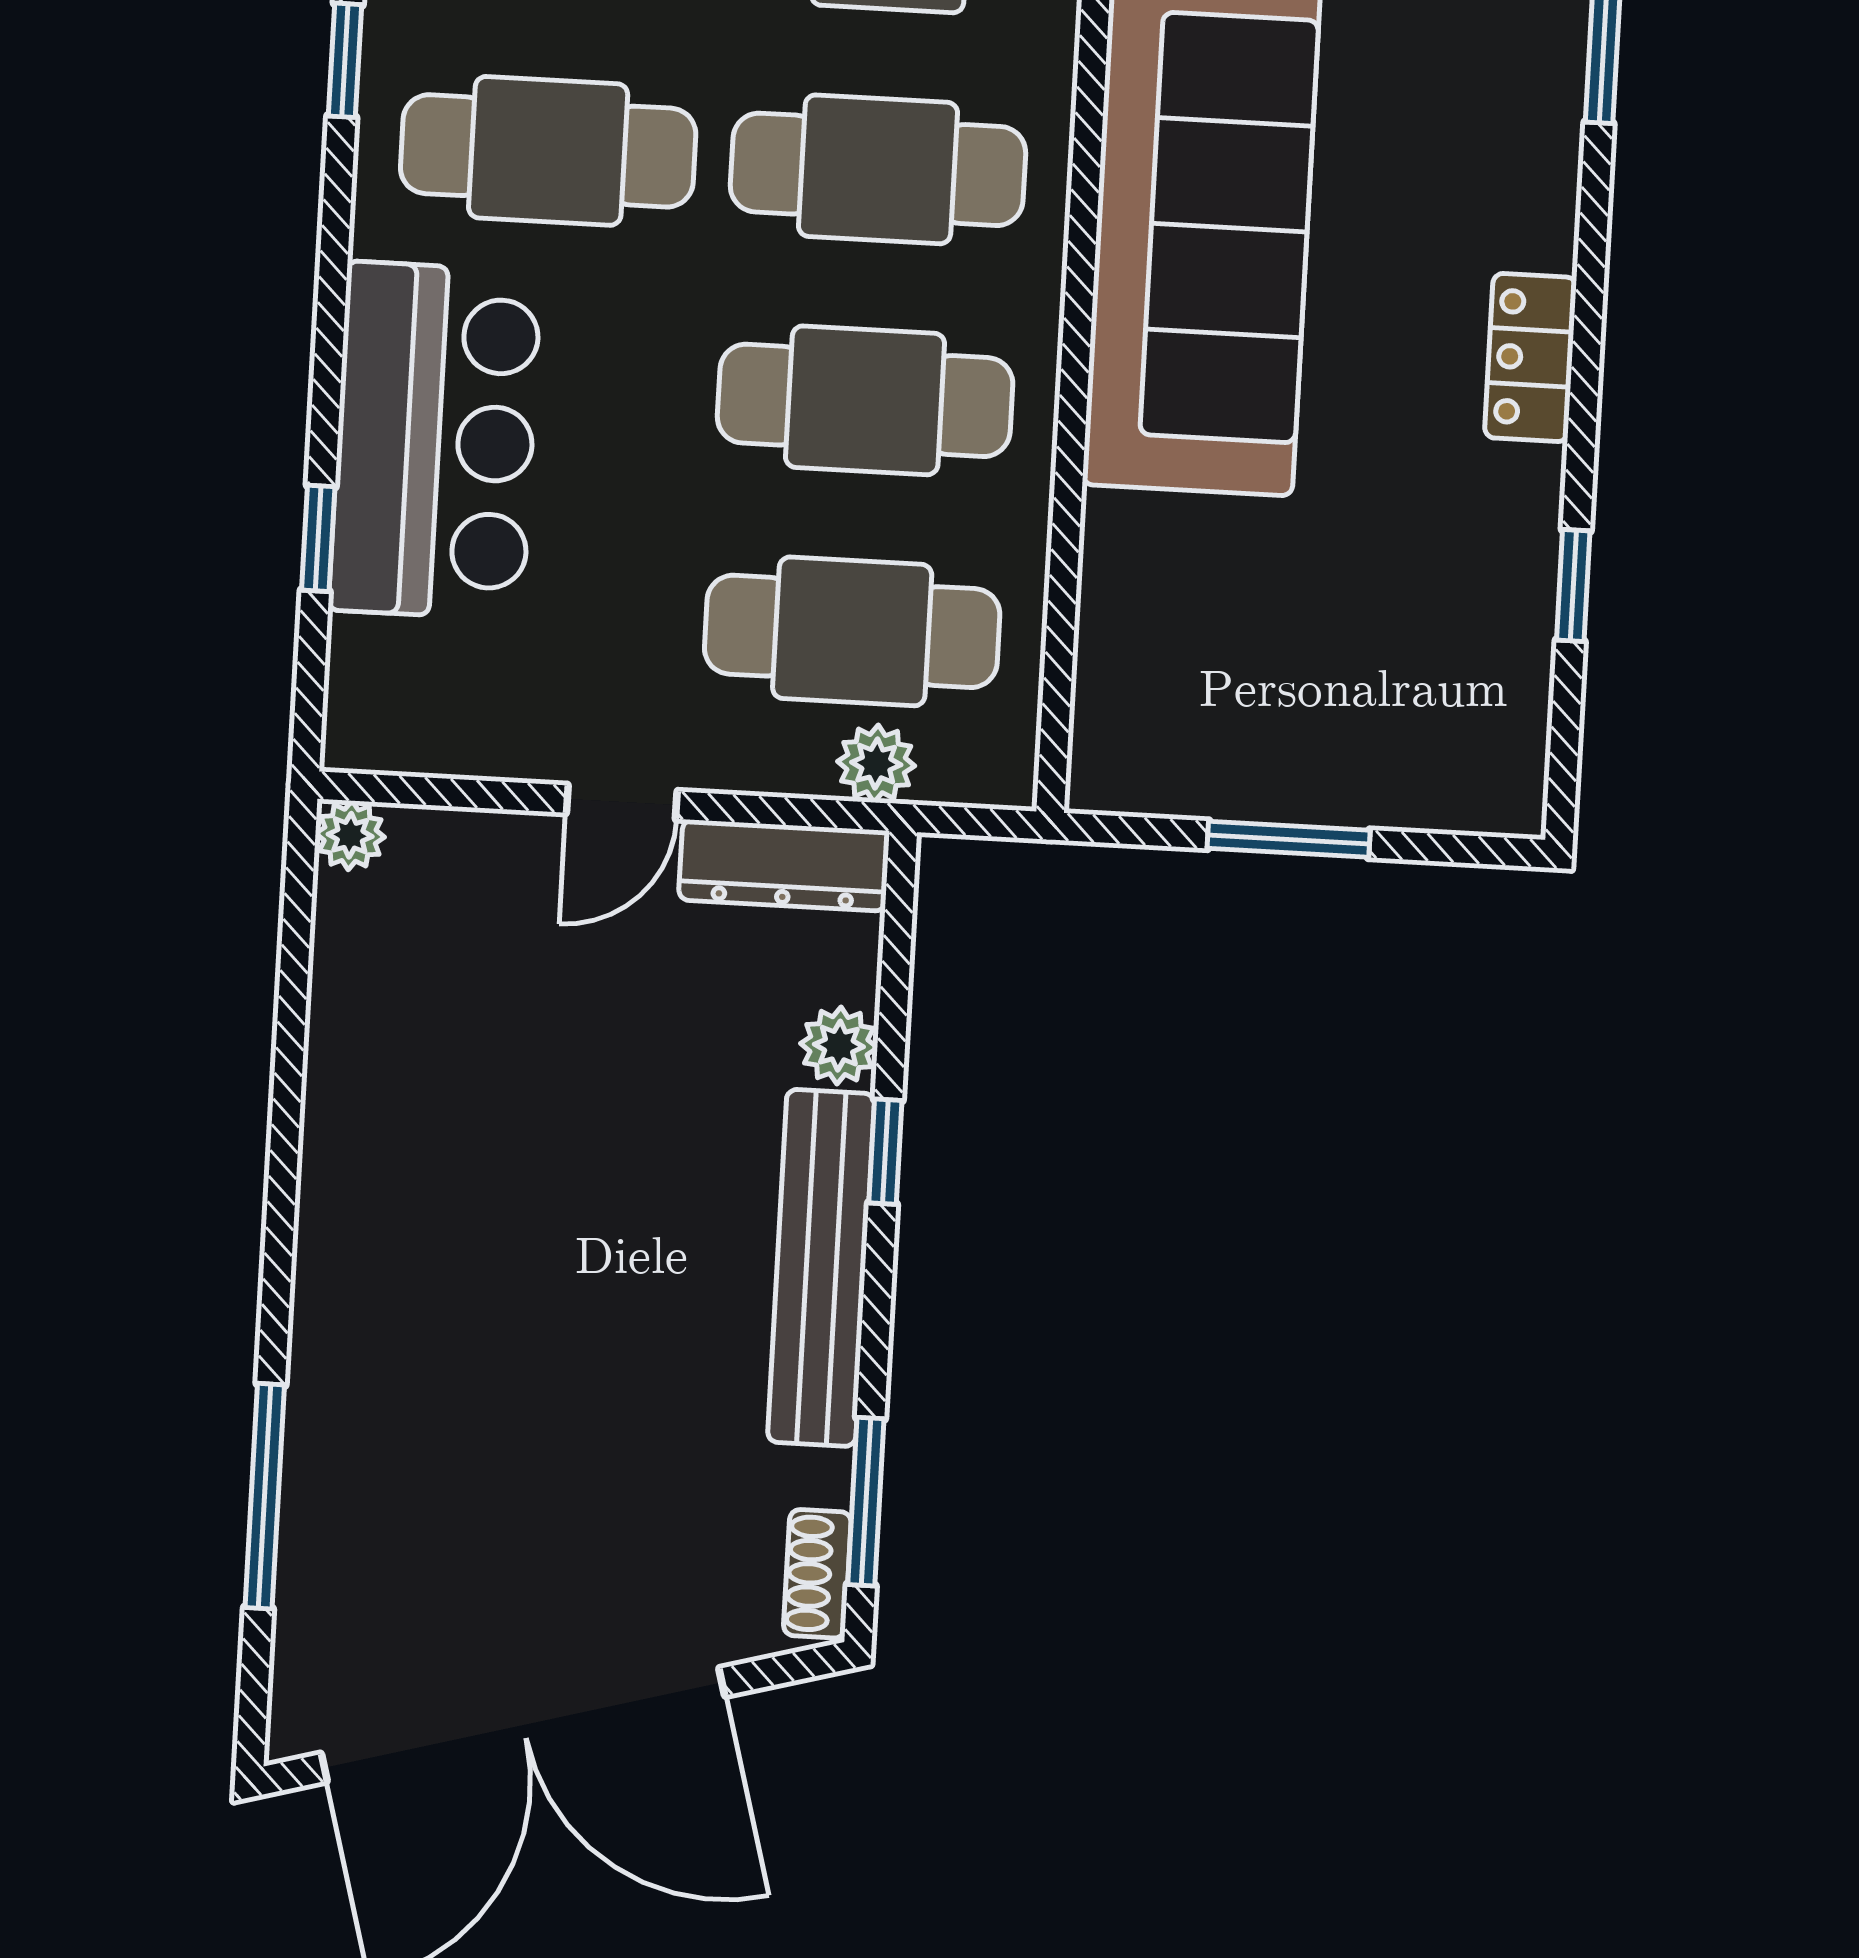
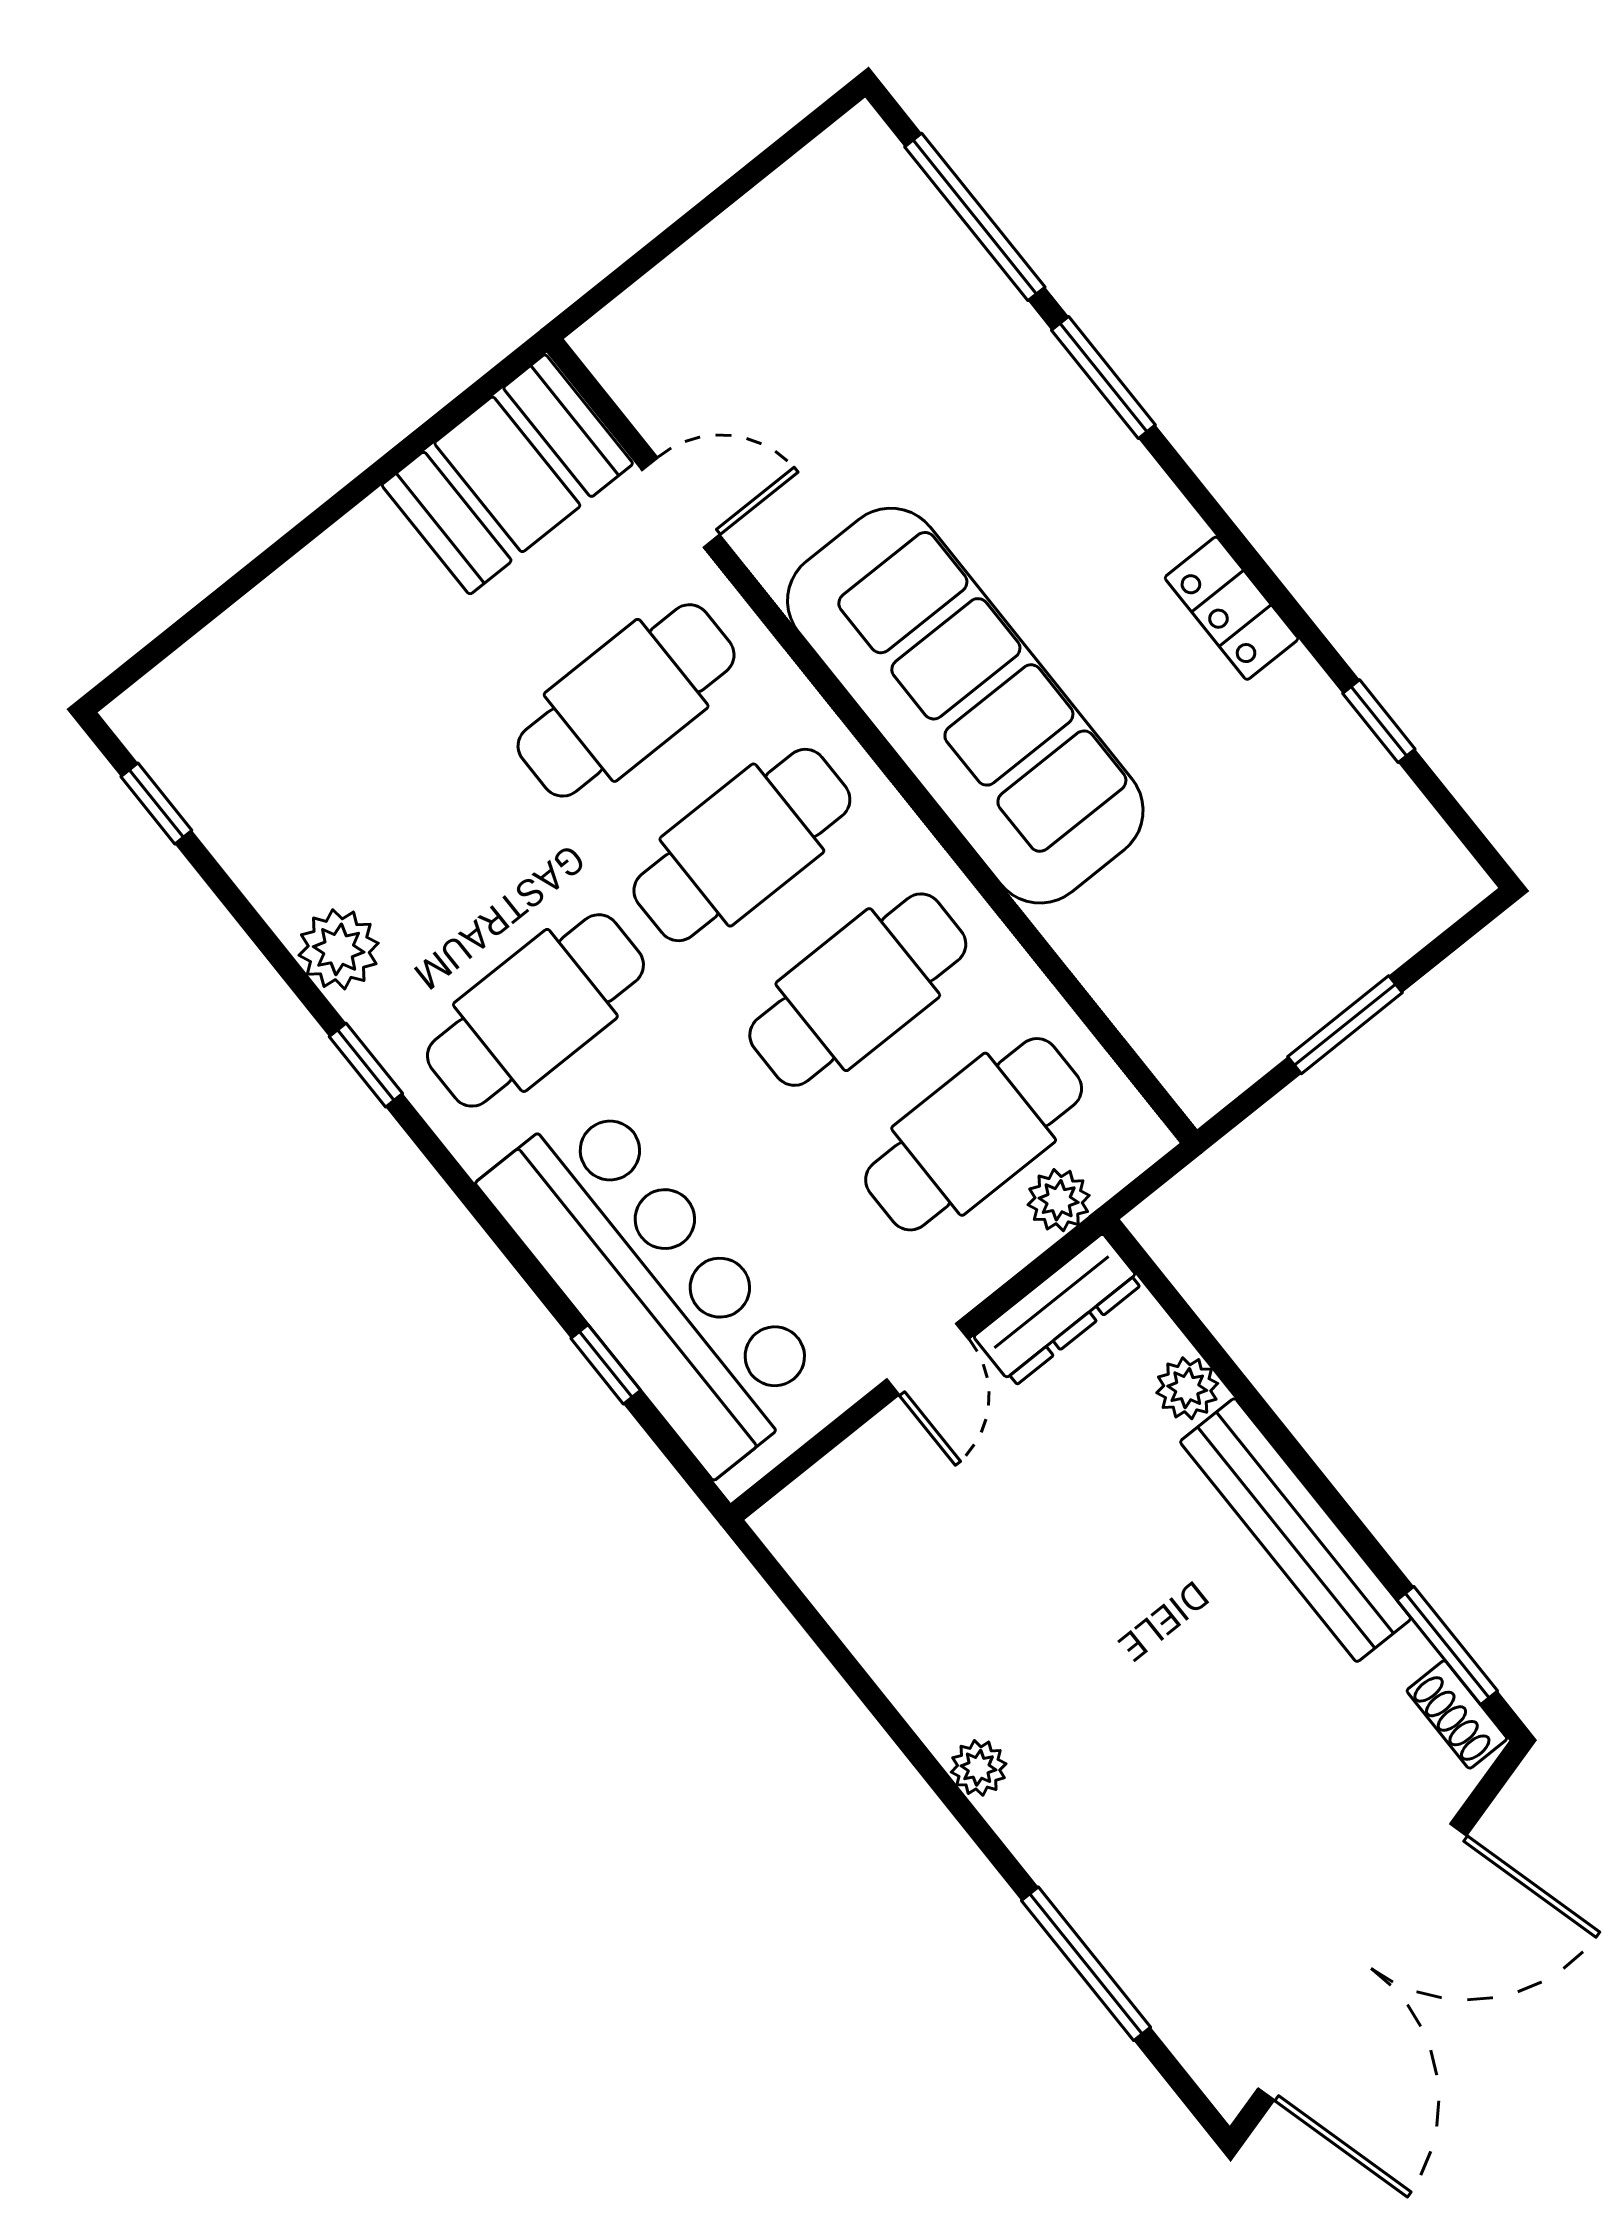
bar counter: (435, 441) -> (655, 1284), width x1.36
plant: (350, 835) -> (979, 1768), moved
window: (885, 1152) -> (1272, 1427), removed

